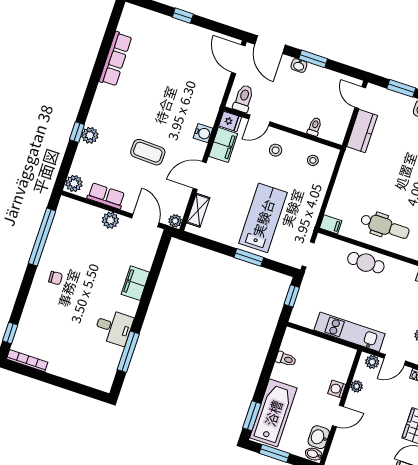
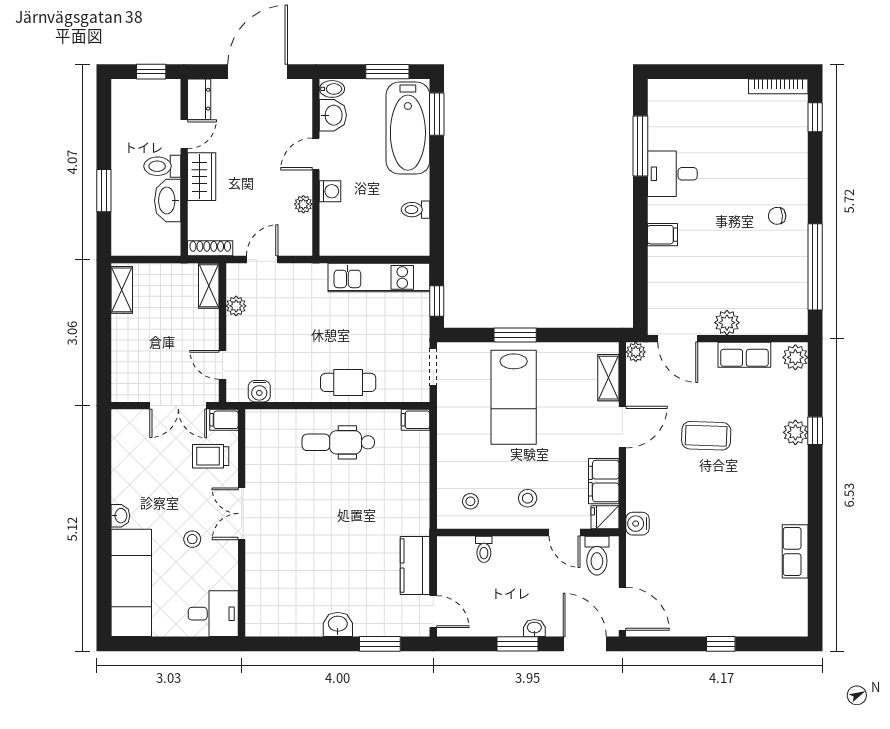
row of seats: (115, 59) -> (795, 551), width x0.68
door: (259, 120) -> (564, 533), swing flipped
water cooler: (203, 133) -> (637, 524), moved
filing cabinet: (135, 283) -> (662, 235), width x0.50
kitchen unit: (350, 332) -> (379, 277), moved
plant: (372, 362) -> (293, 246), removed

